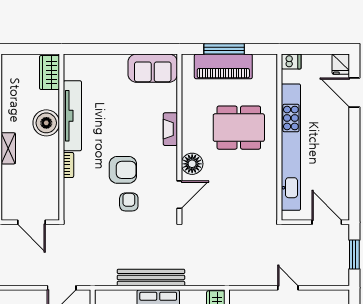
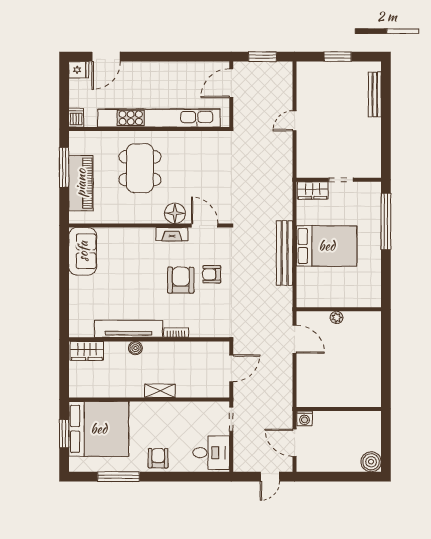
window: (224, 49) -> (64, 167), moved
boiler: (46, 123) -> (135, 348), width x0.54, depth x0.54
fireplace: (170, 129) -> (172, 234), moved

